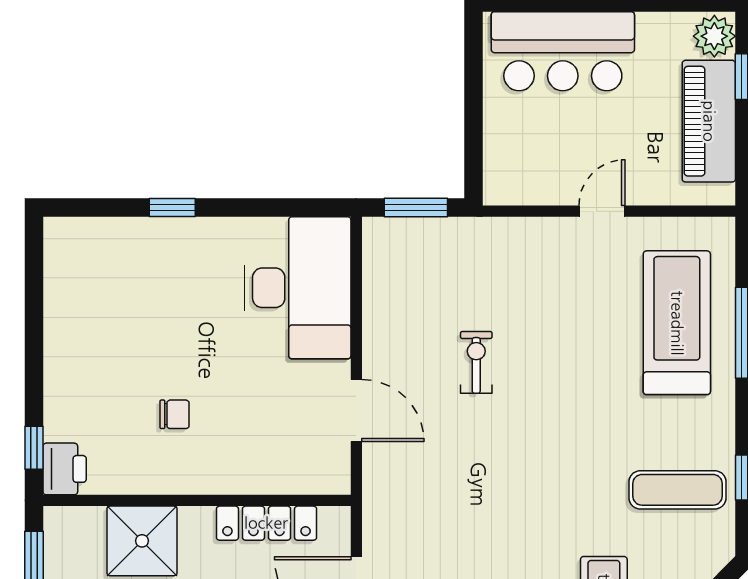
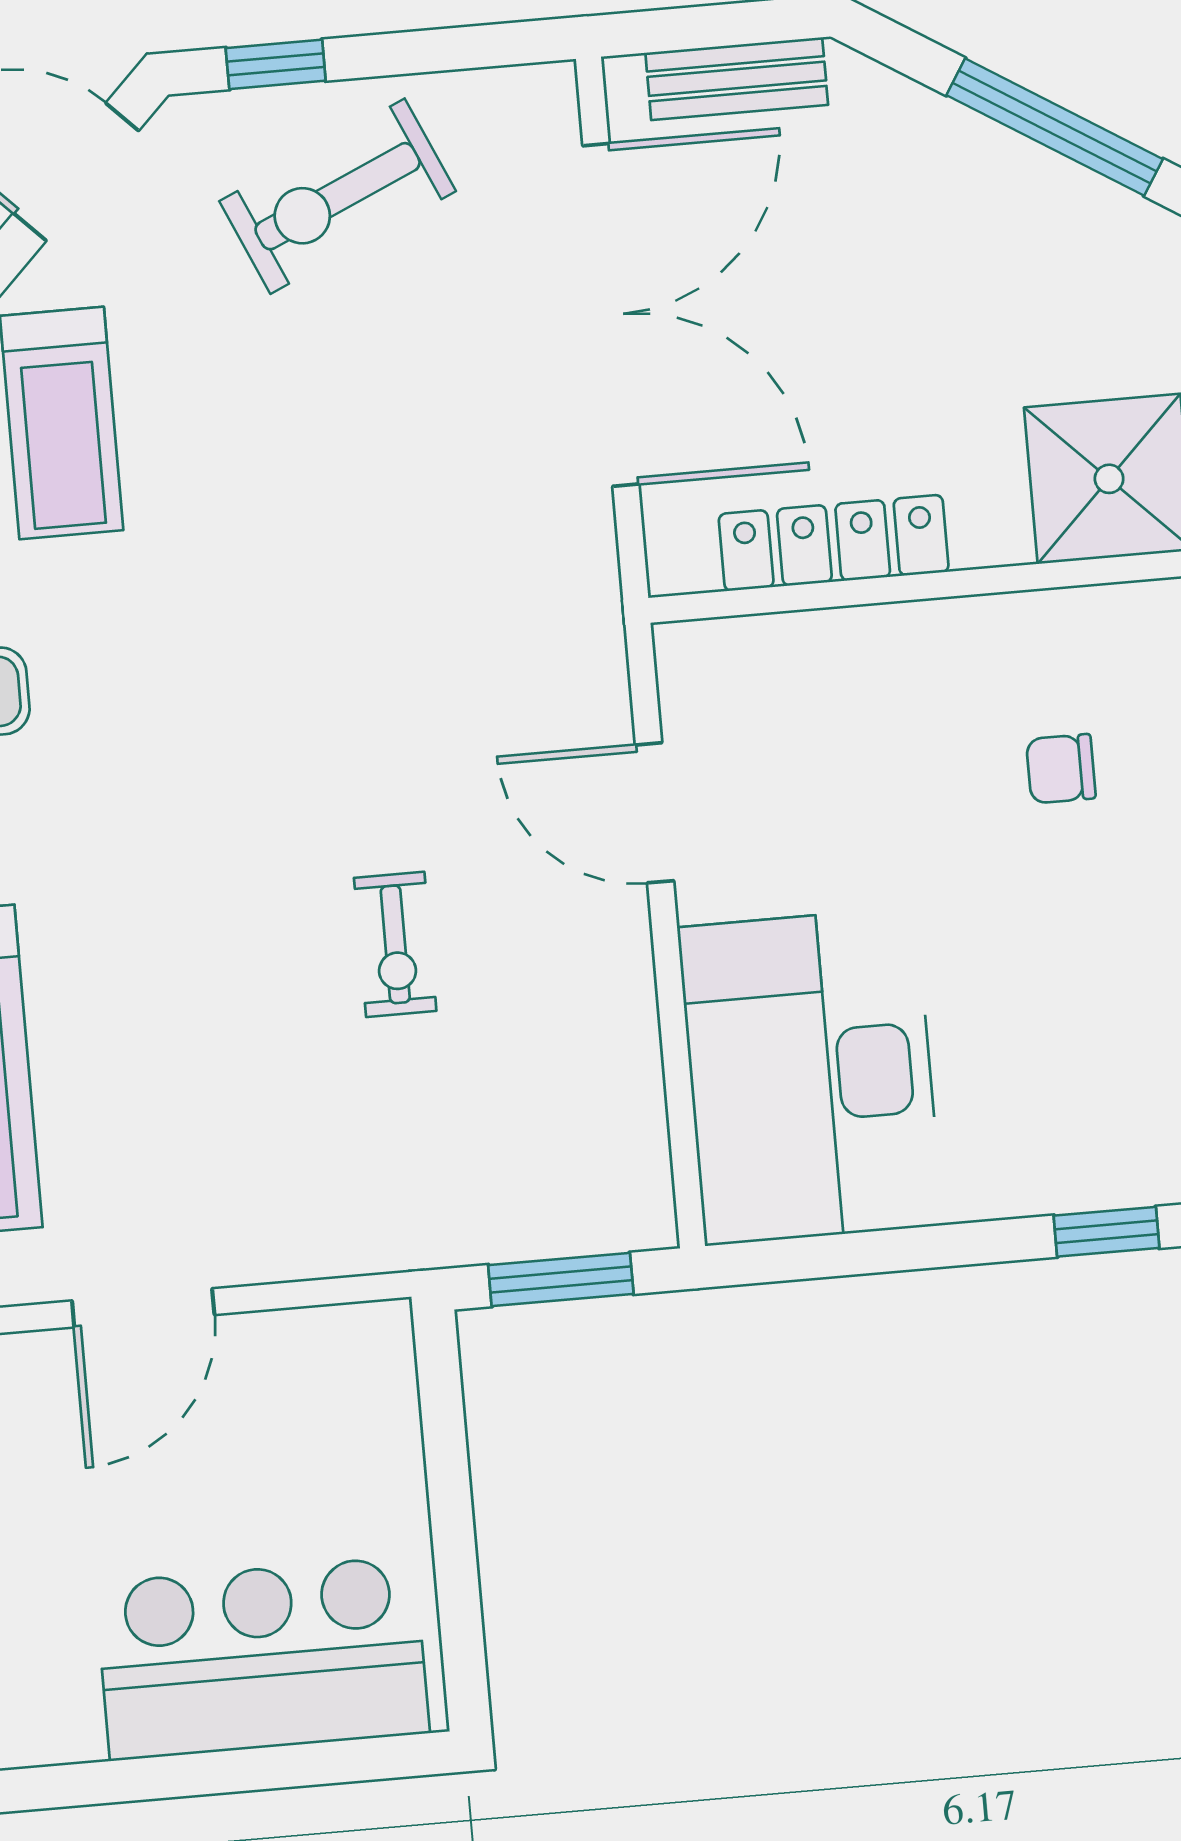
door: (602, 211) -> (143, 1308), width x1.38

